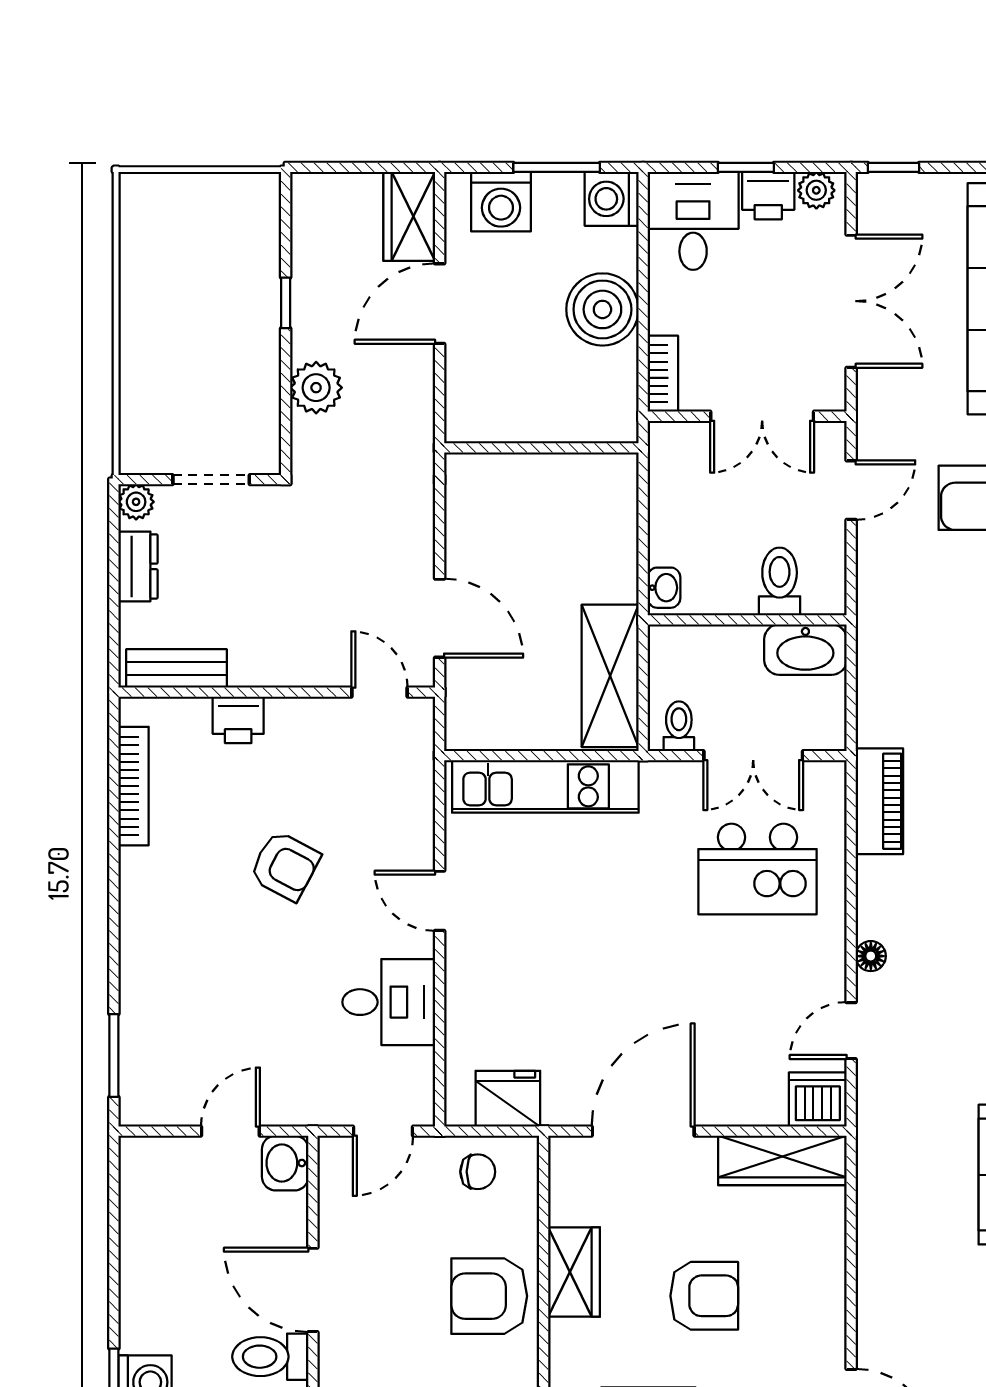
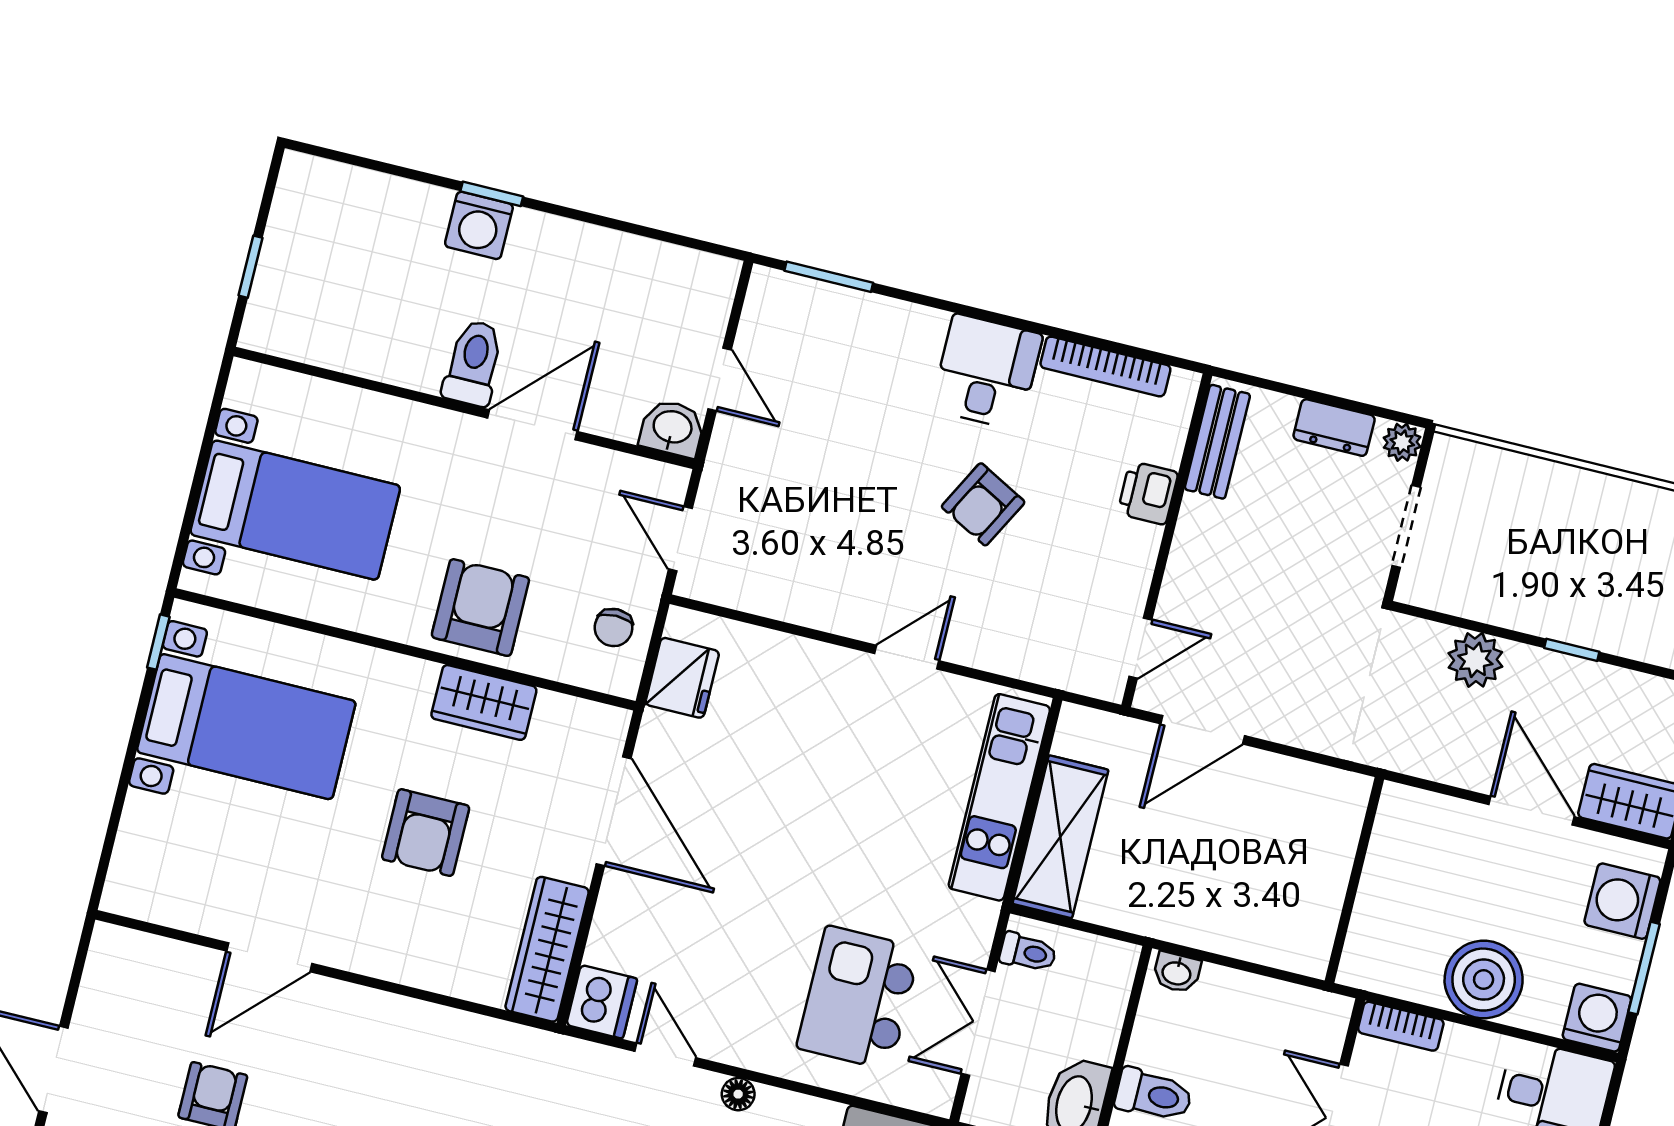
shelving: (610, 676) -> (1060, 837), moved, turned 90
desk: (389, 1002) -> (987, 372), moved, turned 180

